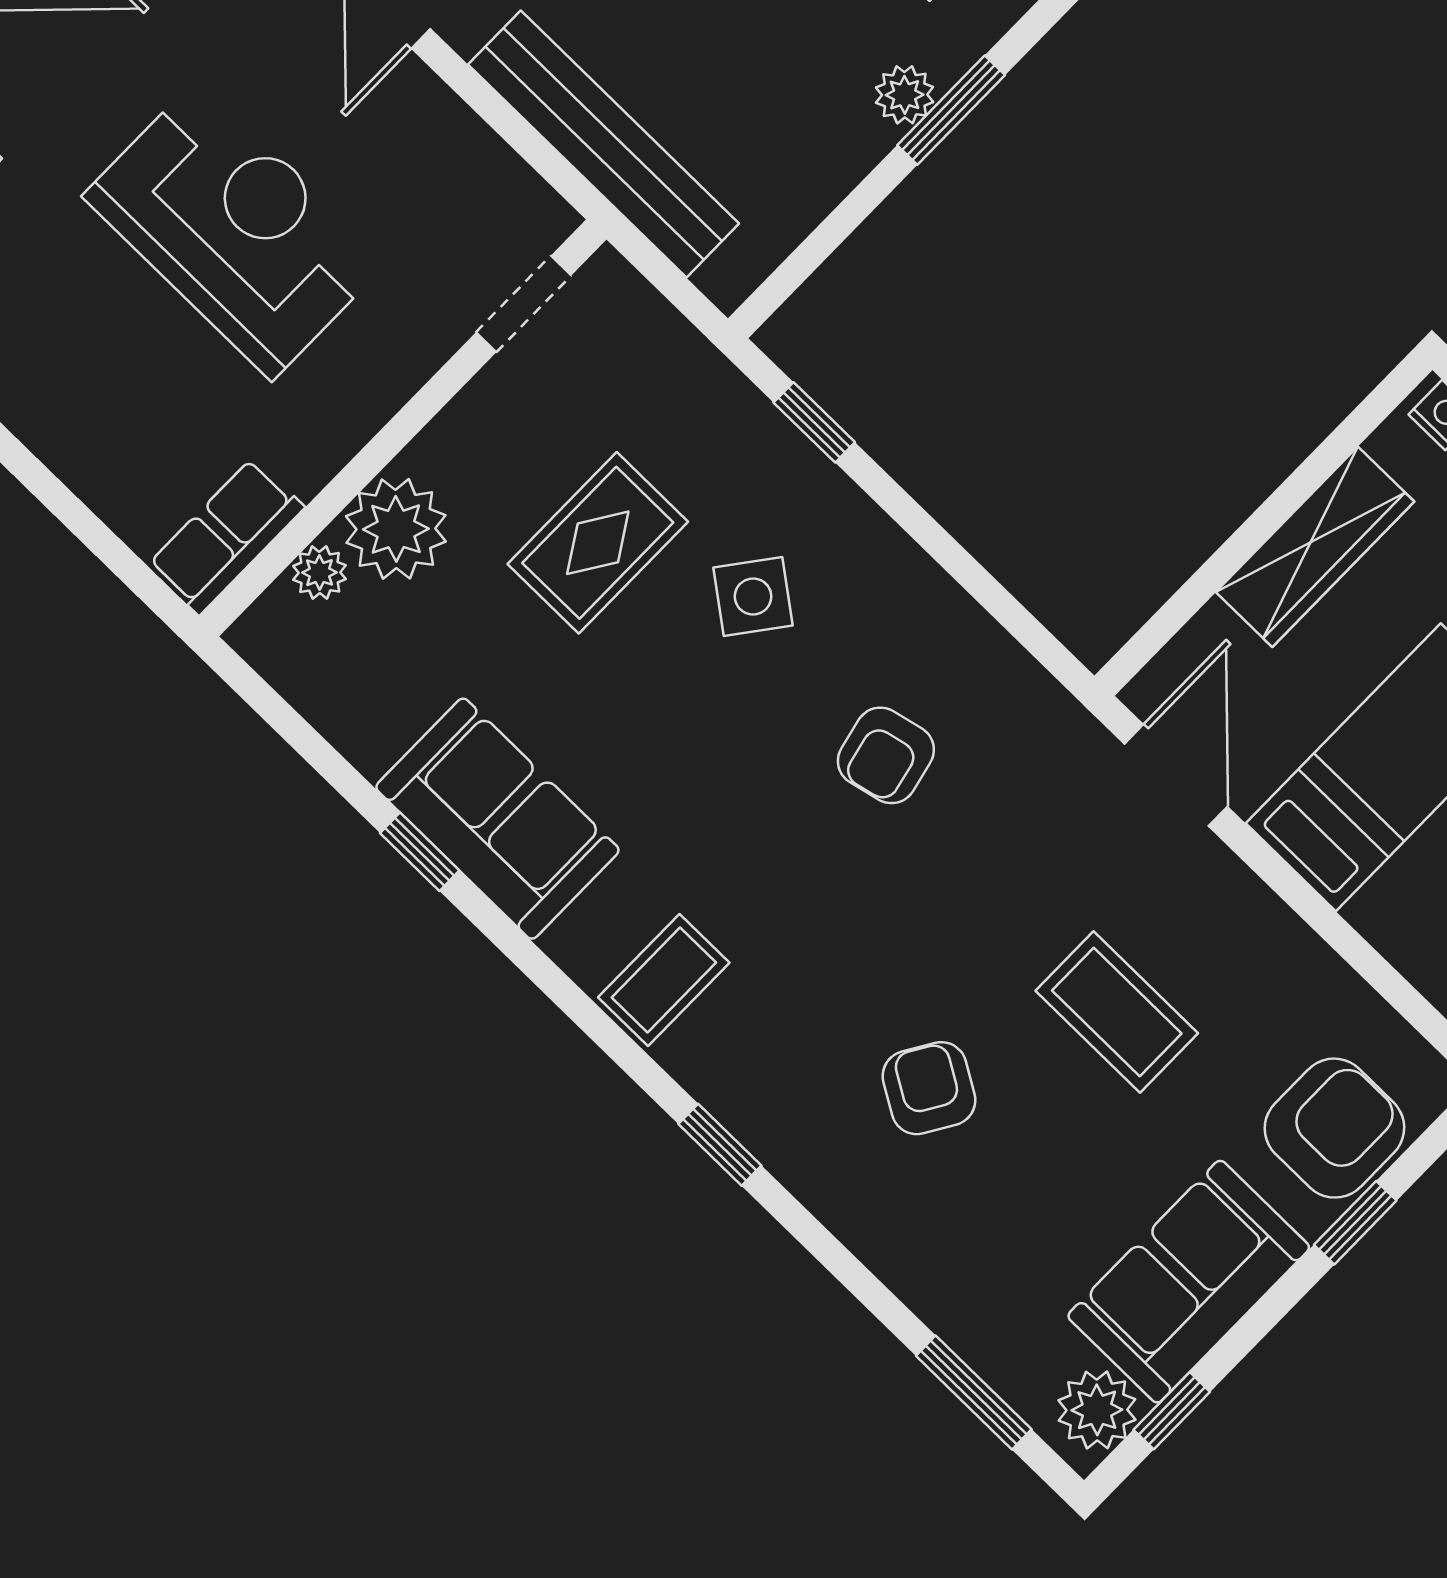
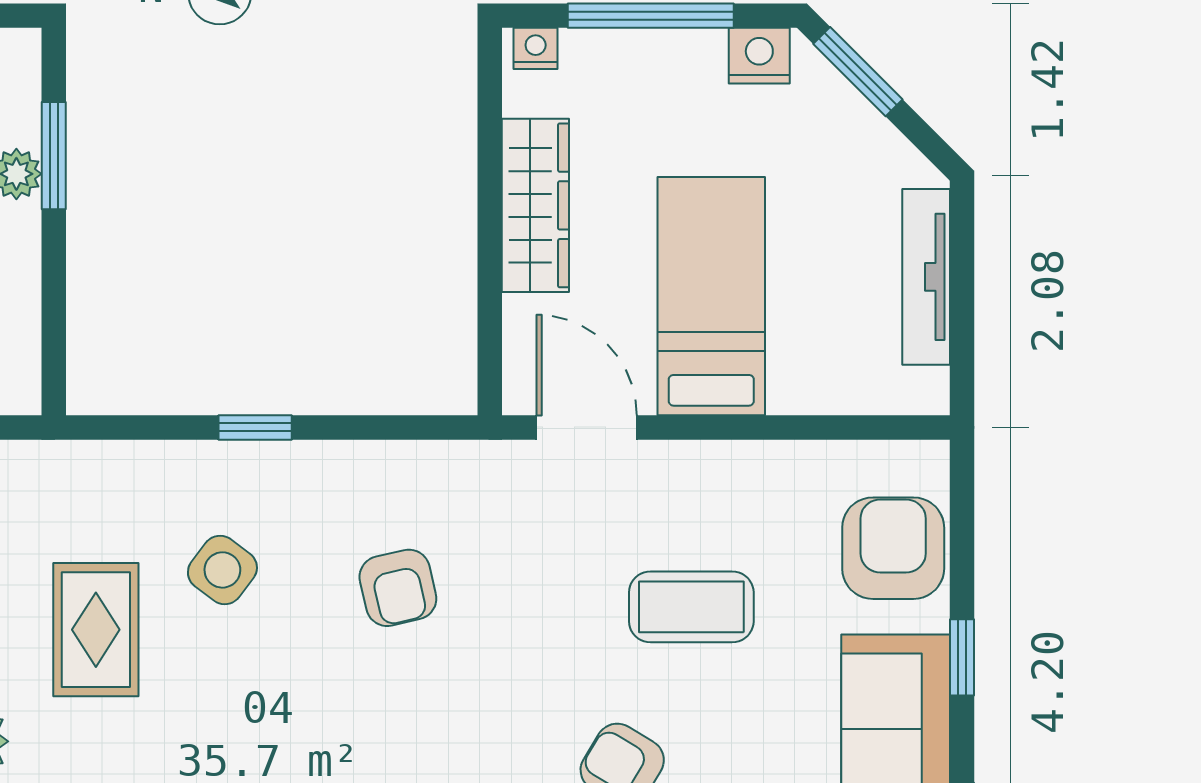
window: (814, 422) -> (255, 427), moved
window: (1355, 1223) -> (962, 657), moved

